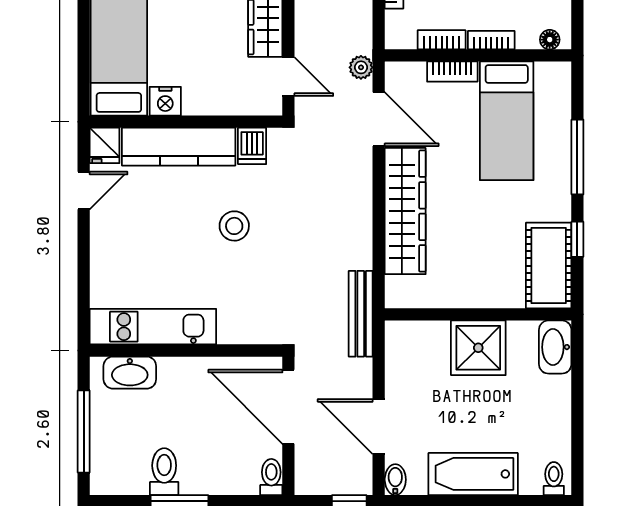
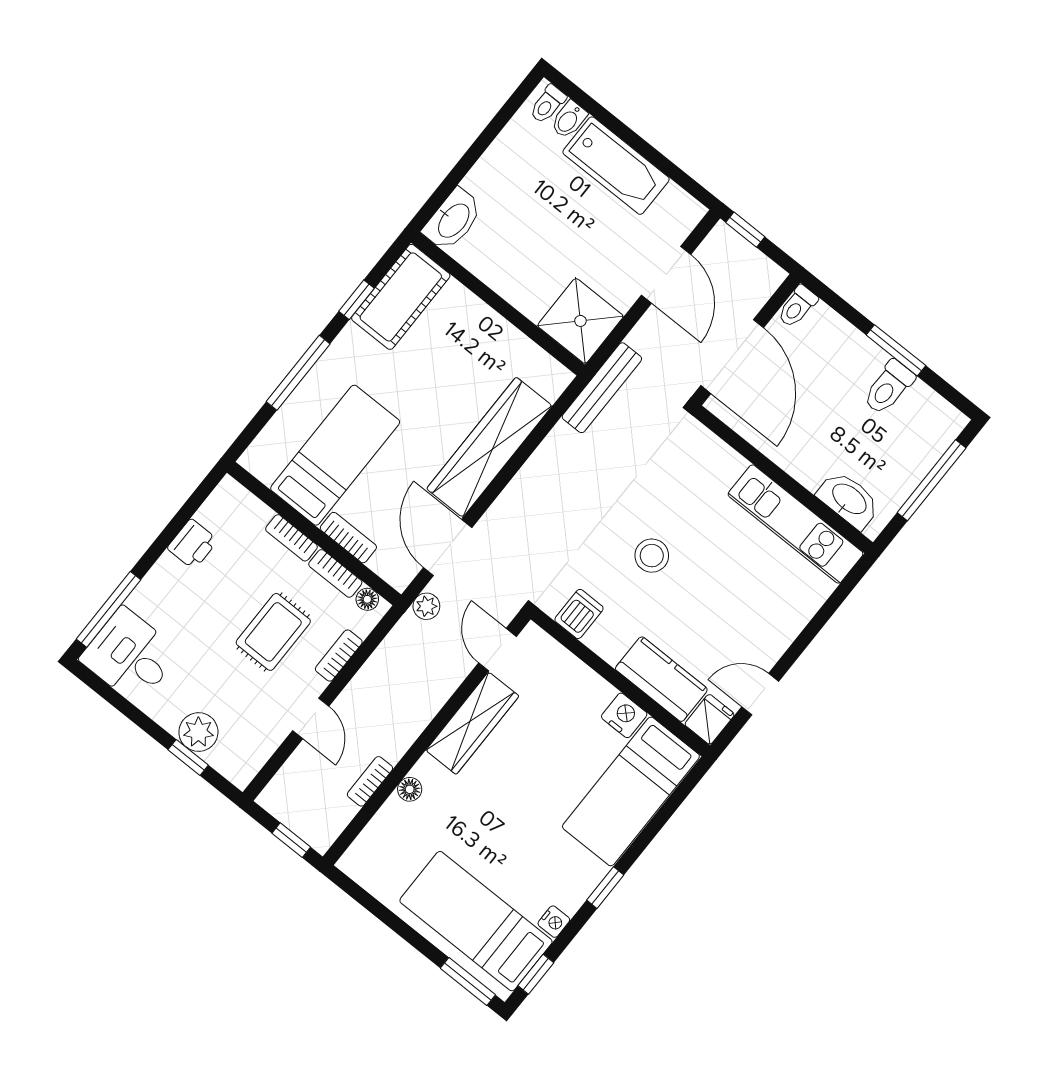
floor lamp: (550, 40) -> (367, 599), moved
kitchen counter: (179, 147) -> (661, 679), width x0.67
shower: (478, 348) -> (580, 321), moved
bidet: (395, 480) -> (569, 120), moved

